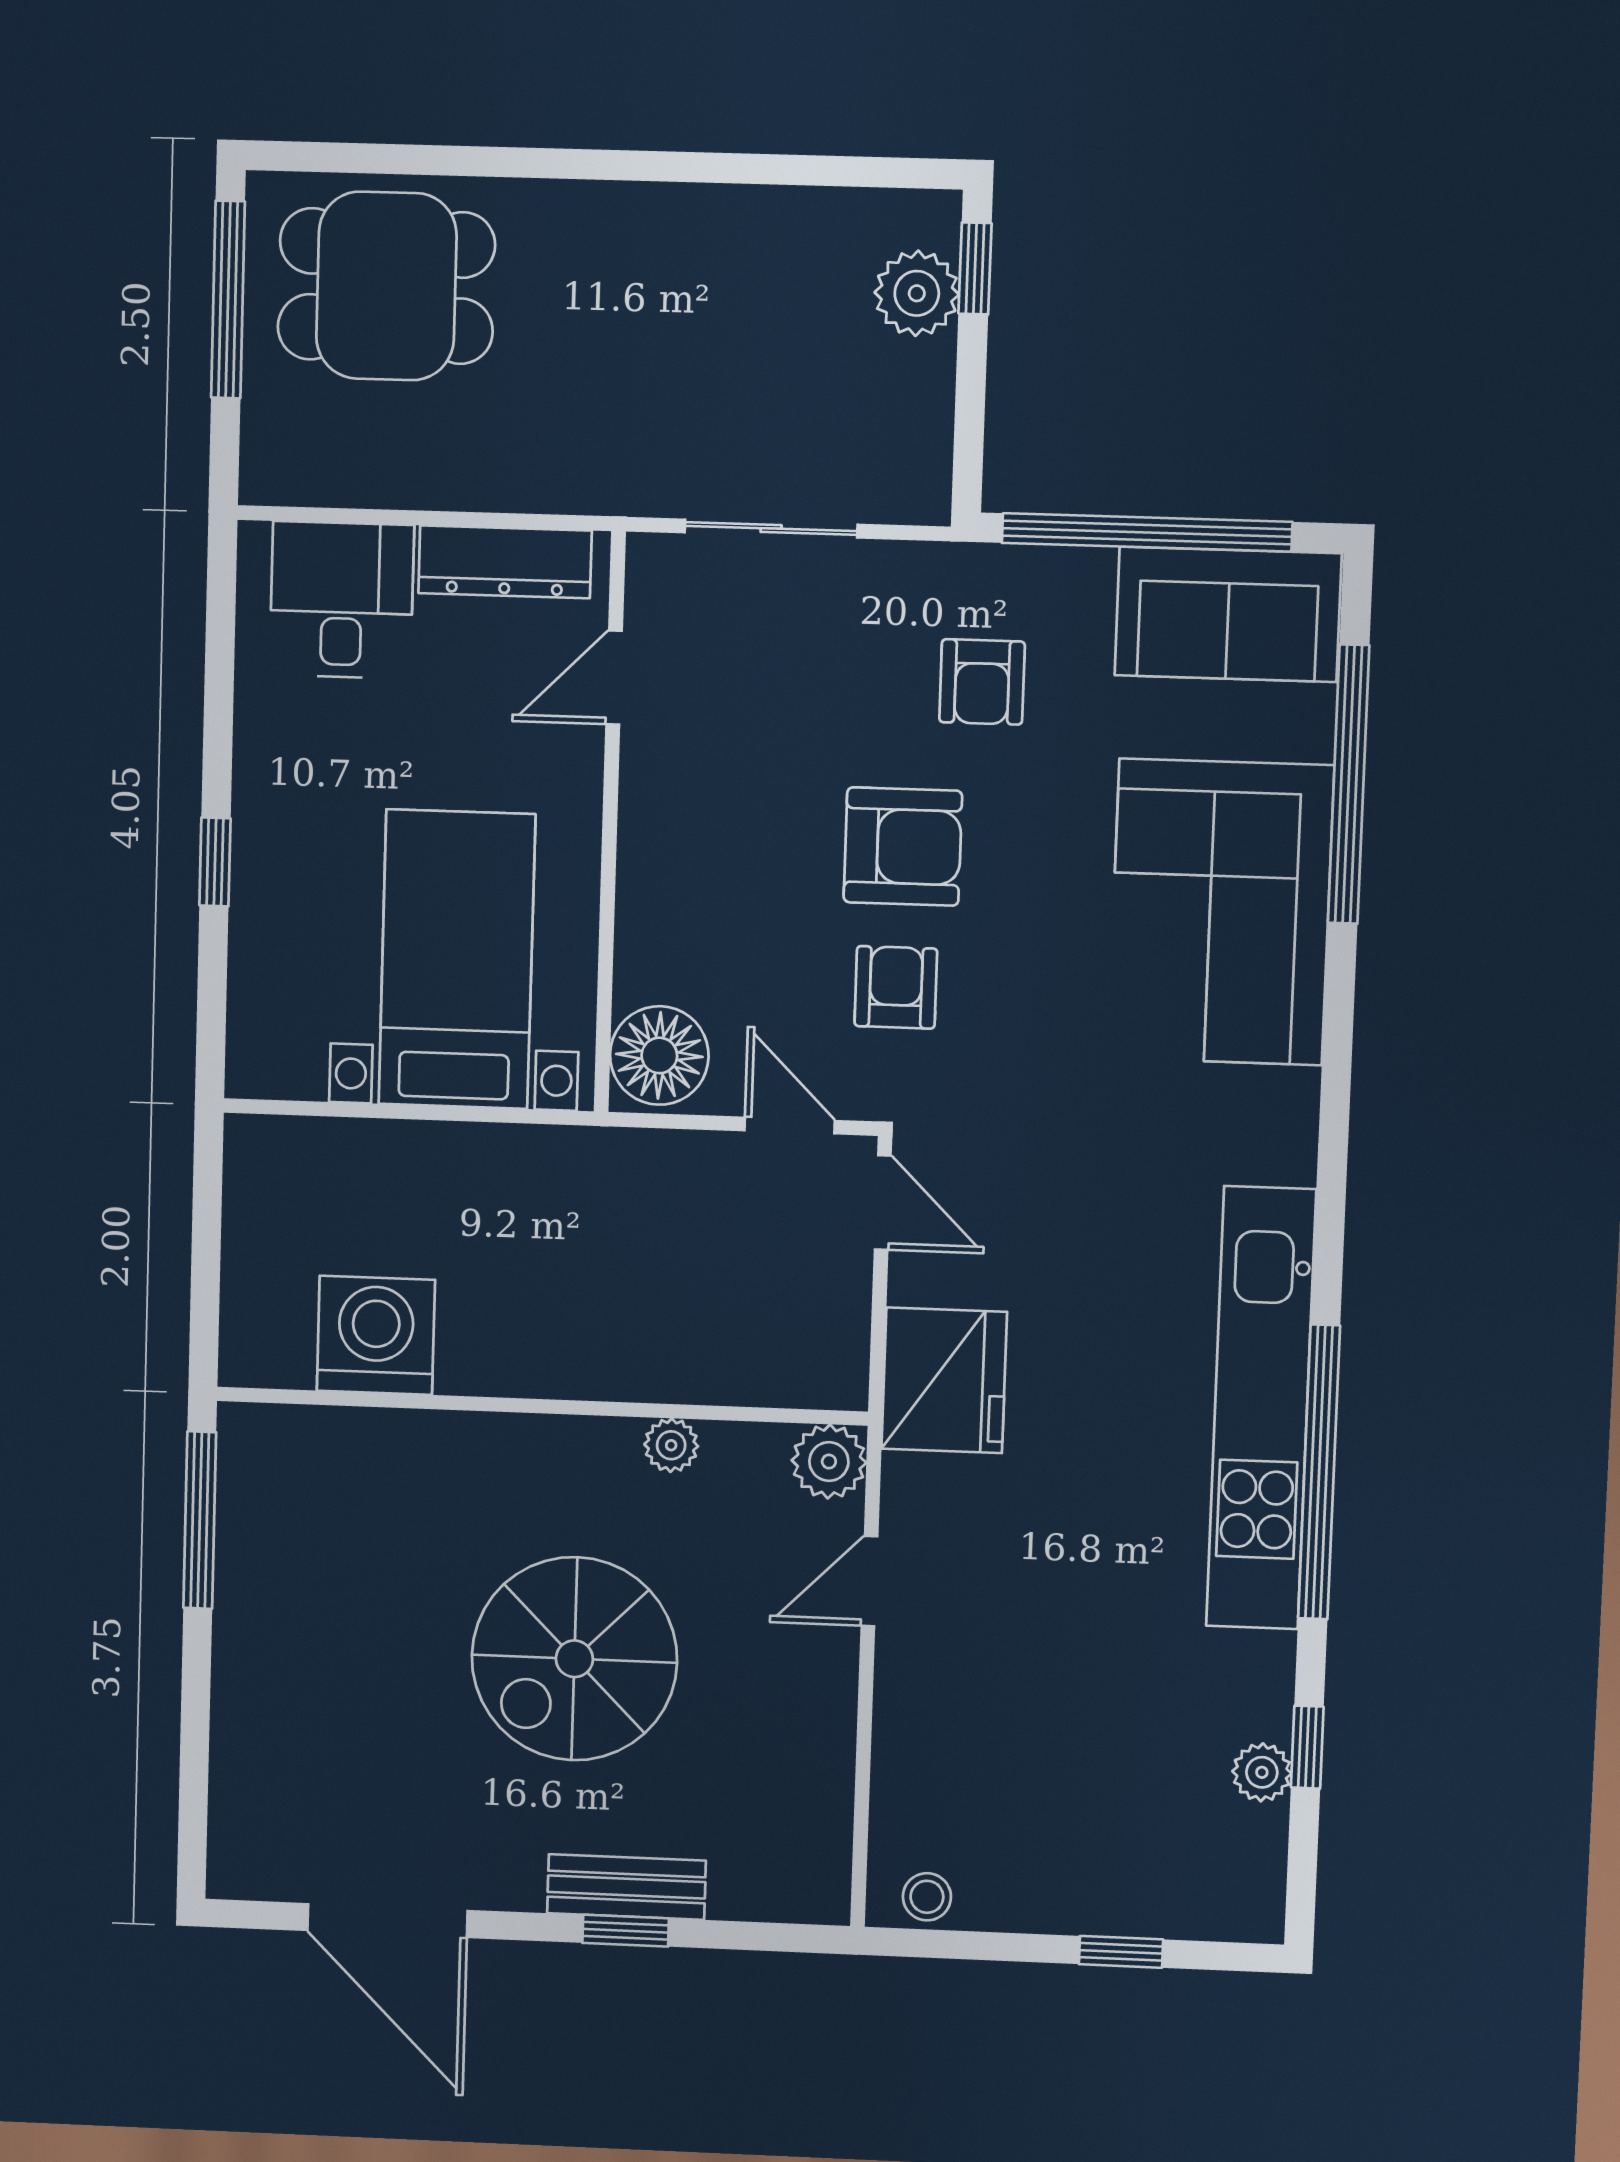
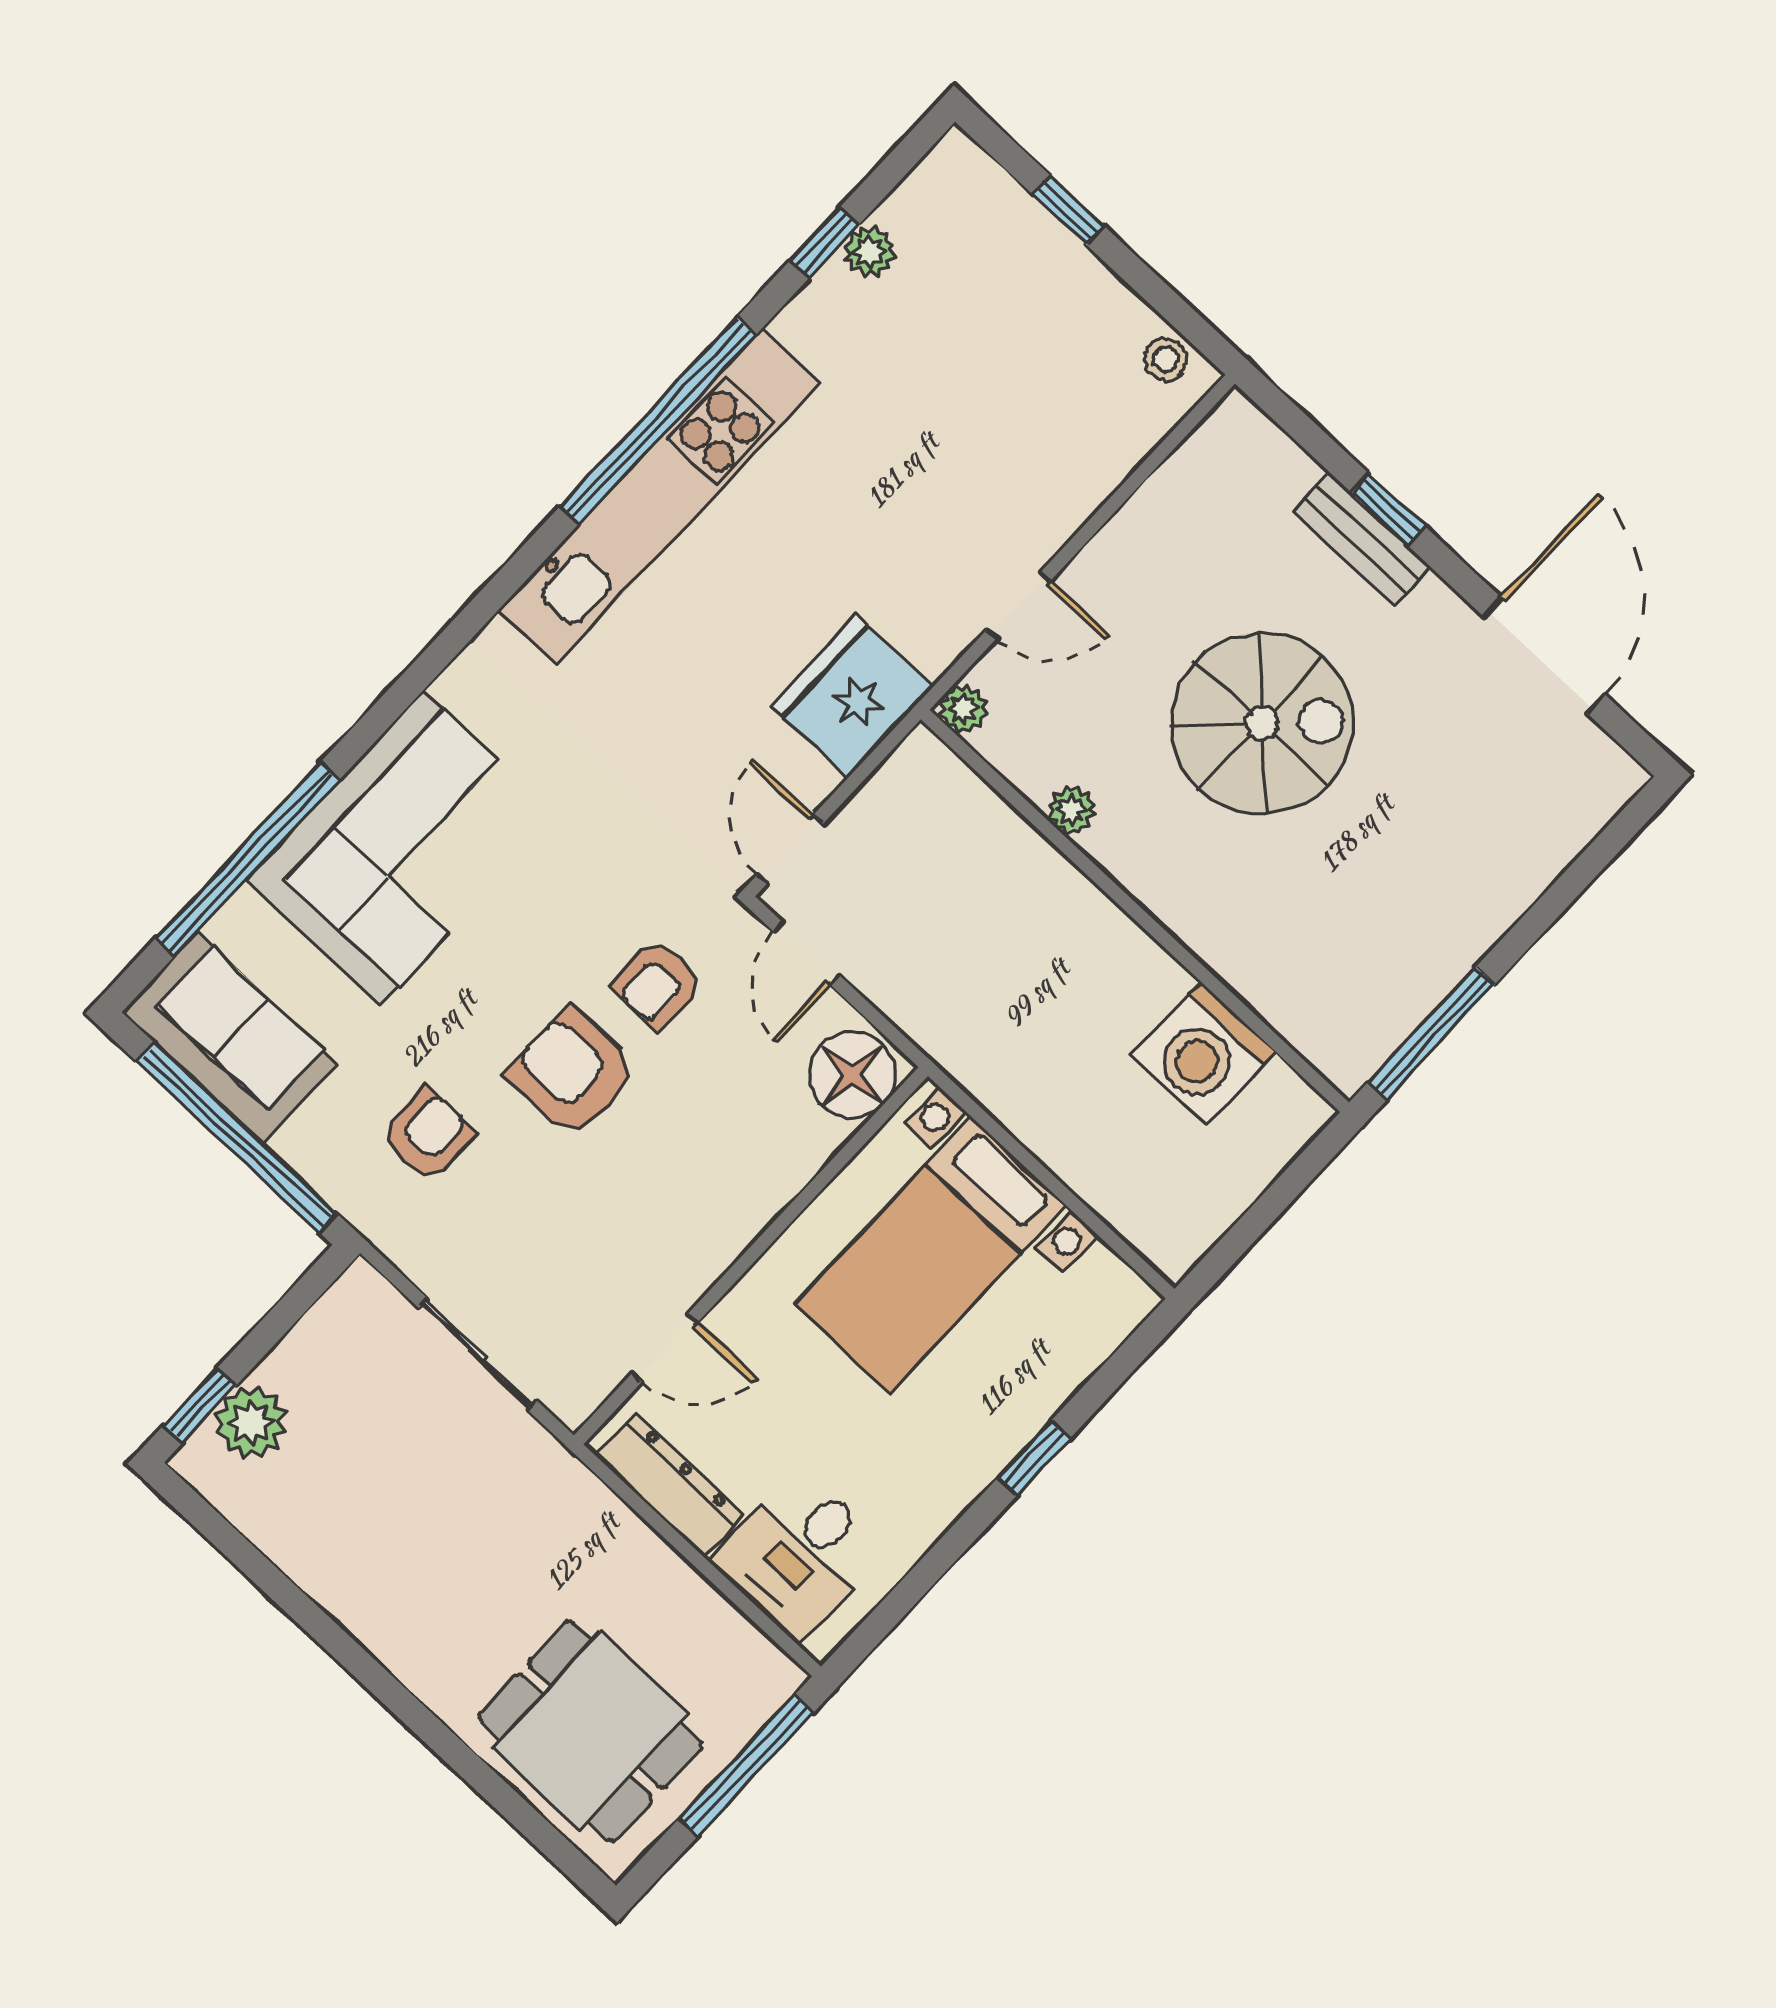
window: (228, 300) -> (746, 1766), moved
plant: (829, 1462) -> (963, 709), width x0.73, depth x0.73

